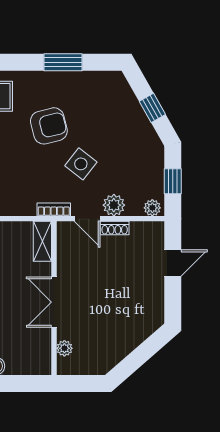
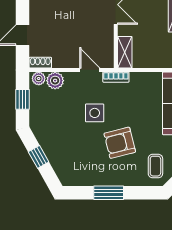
side table: (81, 164) -> (95, 113), turned -38
plant: (114, 205) -> (55, 81), moved
shoe rack: (115, 228) -> (40, 63), moved

